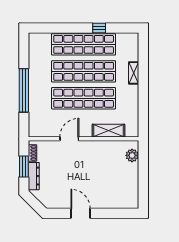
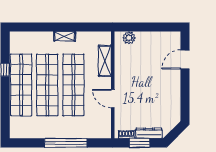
shelving: (134, 73) -> (65, 36), moved
door: (81, 213) -> (185, 59), moved

